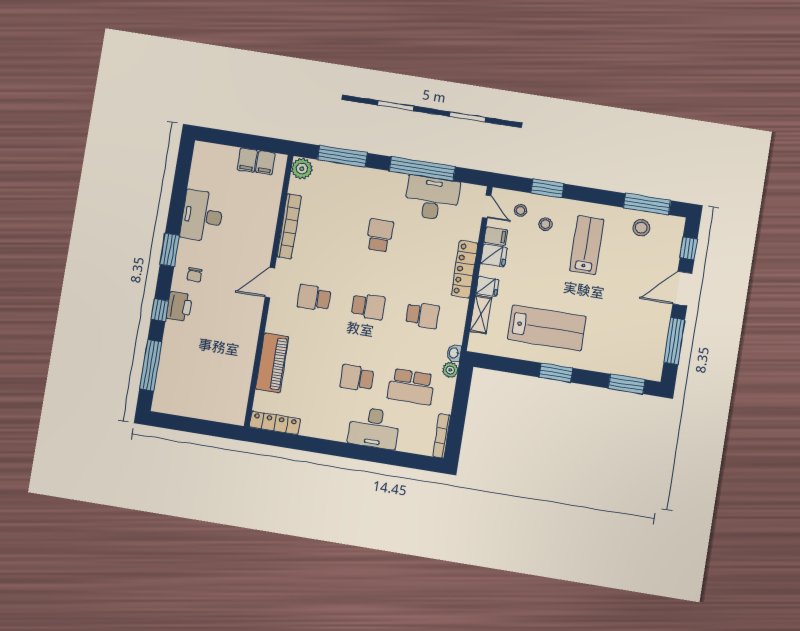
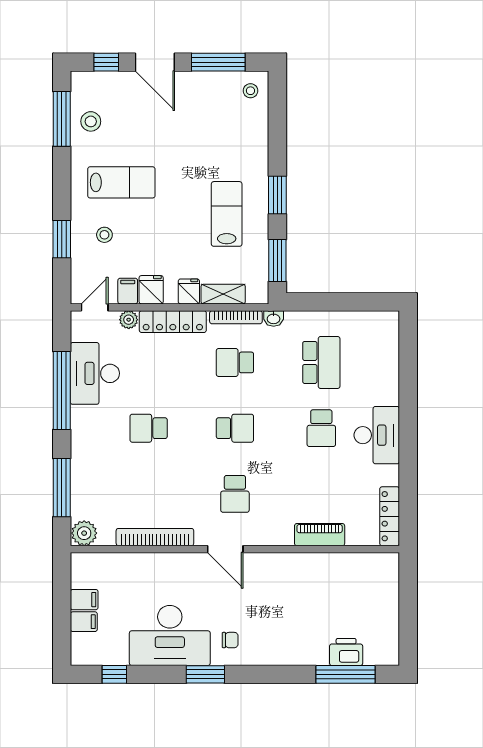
filing cabinet: (265, 163) -> (84, 622), moved
stool: (521, 210) -> (250, 91), moved
desk: (202, 216) -> (170, 635), width x1.36, depth x1.30
lab bench: (587, 245) -> (121, 182), turned 180
printer: (179, 306) -> (346, 652), moved
school desk: (368, 307) -> (235, 428), turned 90
window: (160, 310) -> (114, 674), moved
school desk: (423, 315) -> (235, 362), turned -90
lab bench: (547, 328) -> (227, 214), width x0.73, depth x0.72
piano: (272, 363) -> (320, 535), width x0.73, depth x0.75
plant: (450, 370) -> (129, 320), moved
window: (627, 384) -> (277, 260), moved
desk: (374, 428) -> (377, 435), moved
bookcase: (442, 436) -> (236, 317), moved

